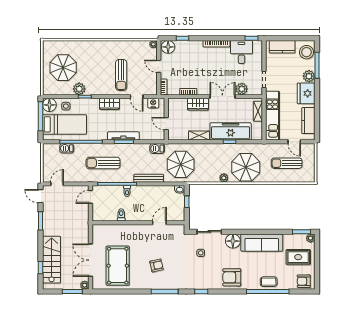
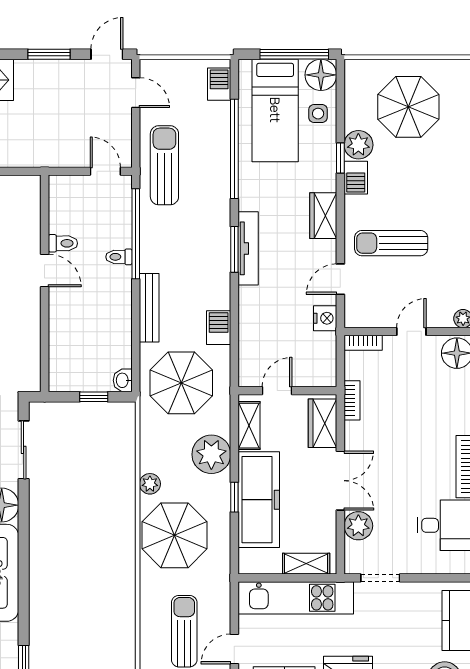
barbecue: (93, 90) -> (356, 178), added
wall: (166, 119) -> (287, 391), moved
door: (166, 124) -> (277, 391), moved
barbecue: (67, 148) -> (219, 84), moved
plant: (211, 152) -> (211, 454), added
sun lounger: (103, 163) -> (164, 165), moved
door: (159, 223) -> (45, 270), moved

